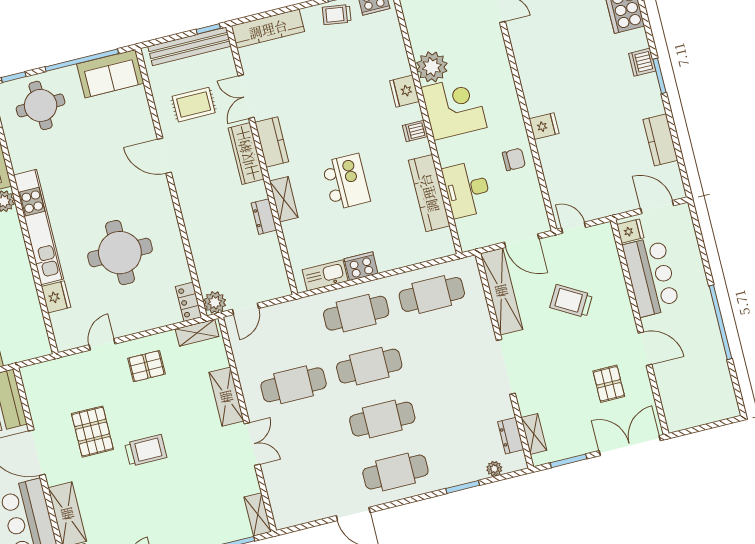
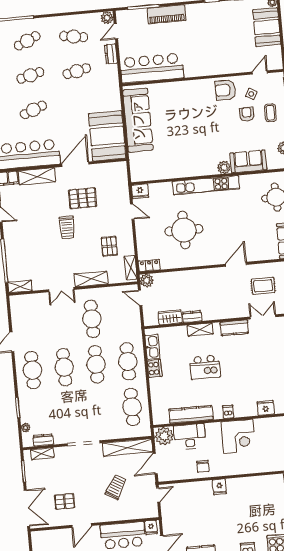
plant: (432, 67) -> (164, 436), moved
fridge: (404, 91) -> (266, 408), moved
rug: (194, 105) -> (263, 286), turned 90
wardrobe: (246, 153) -> (170, 317), moved, width x0.67
fridge: (56, 297) -> (140, 191), moved
pallet: (147, 366) -> (109, 246), moved

